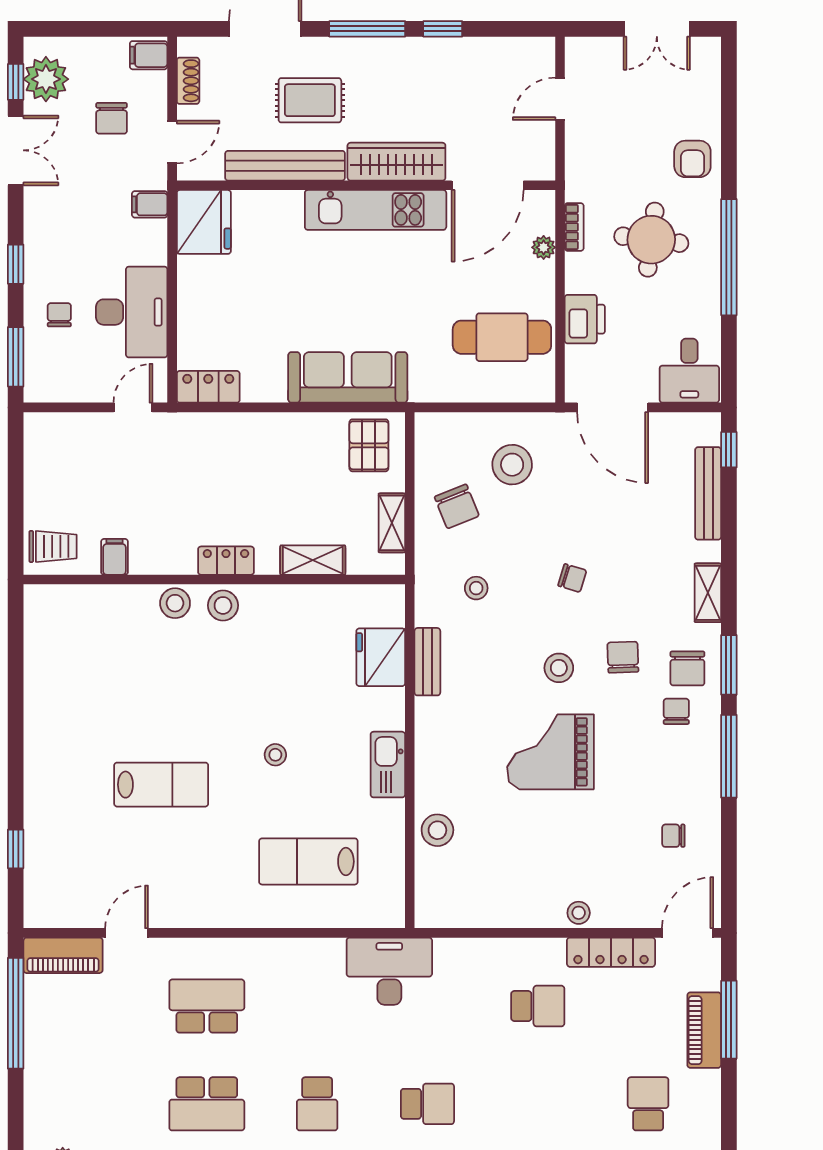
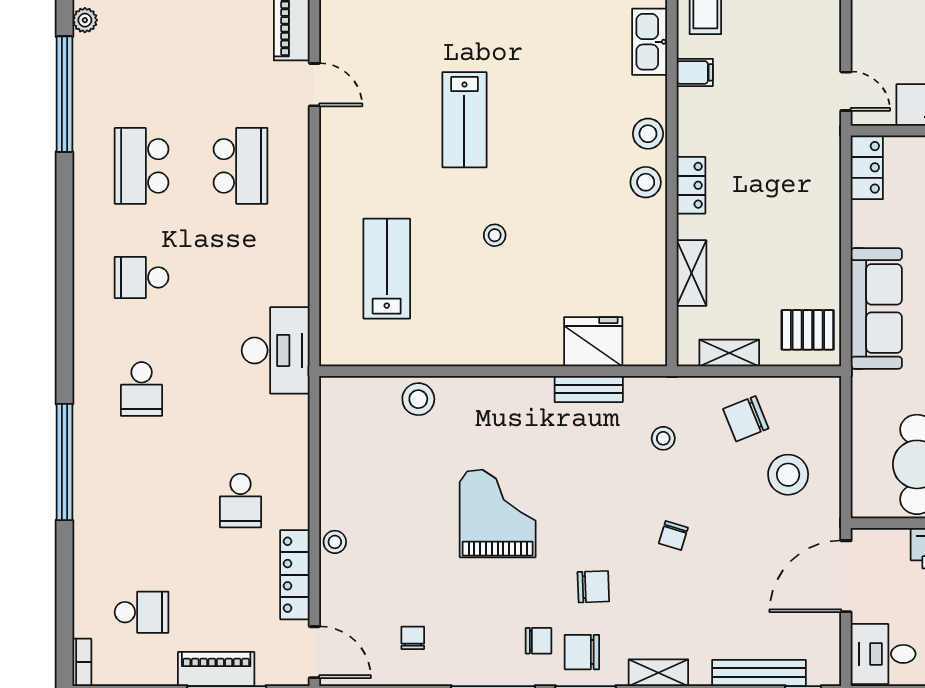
stool: (559, 668) -> (583, 522), removed
kitchen sink: (388, 765) -> (650, 42), moved, turned -90

